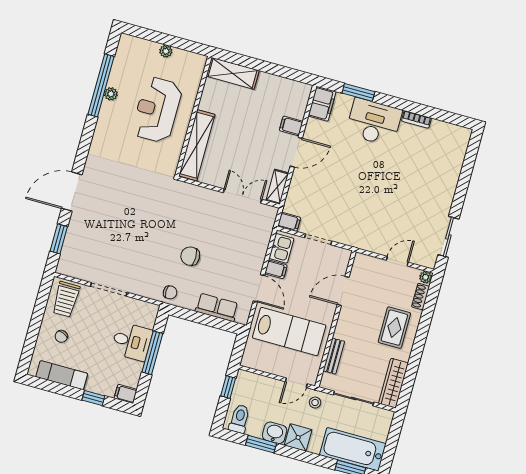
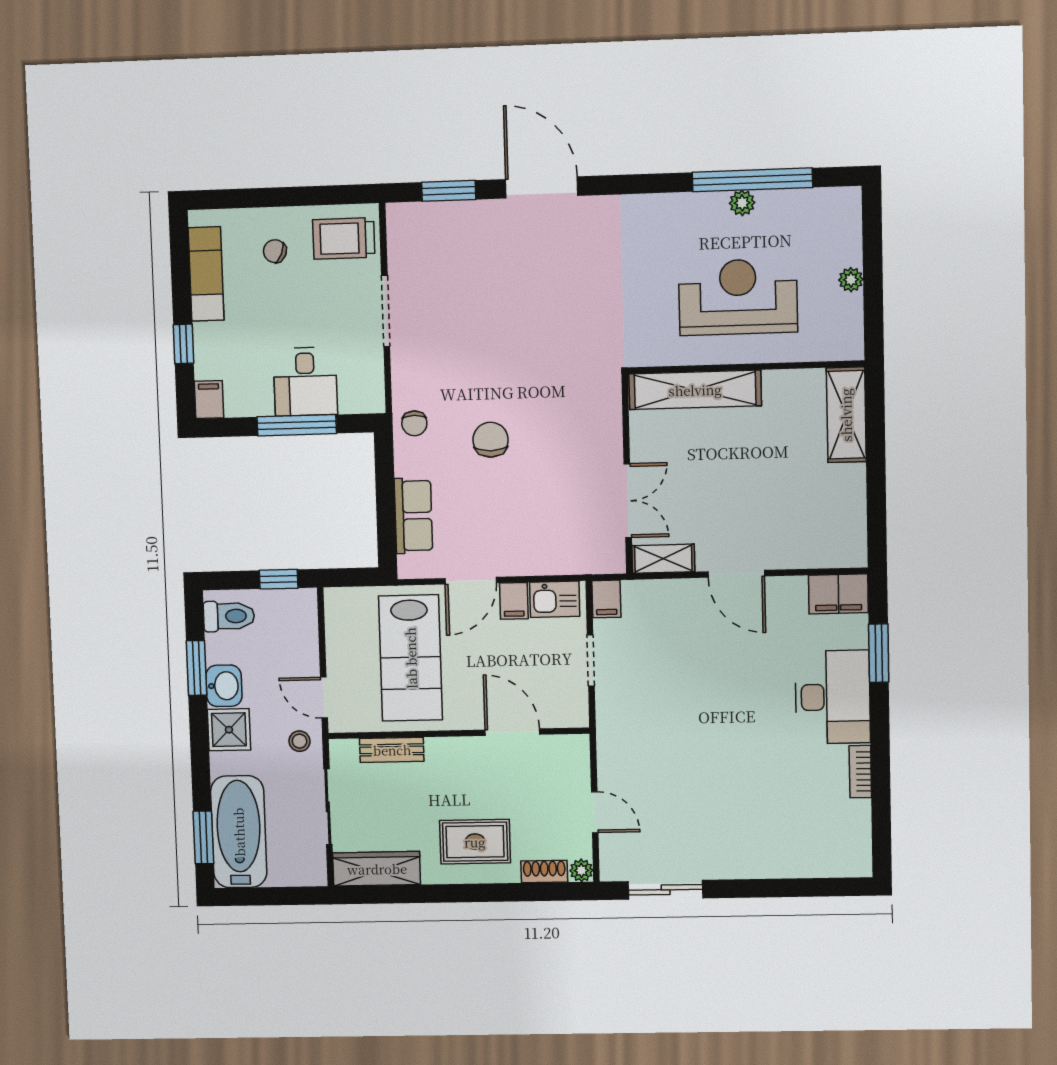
filing cabinet: (291, 126) -> (781, 550), removed

